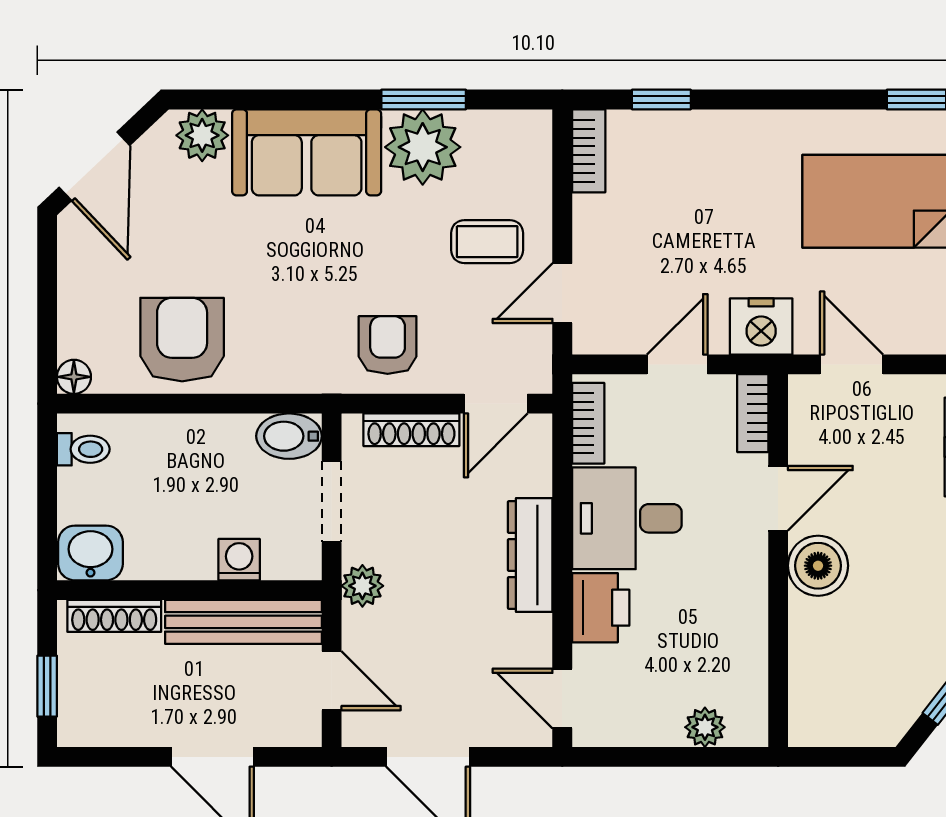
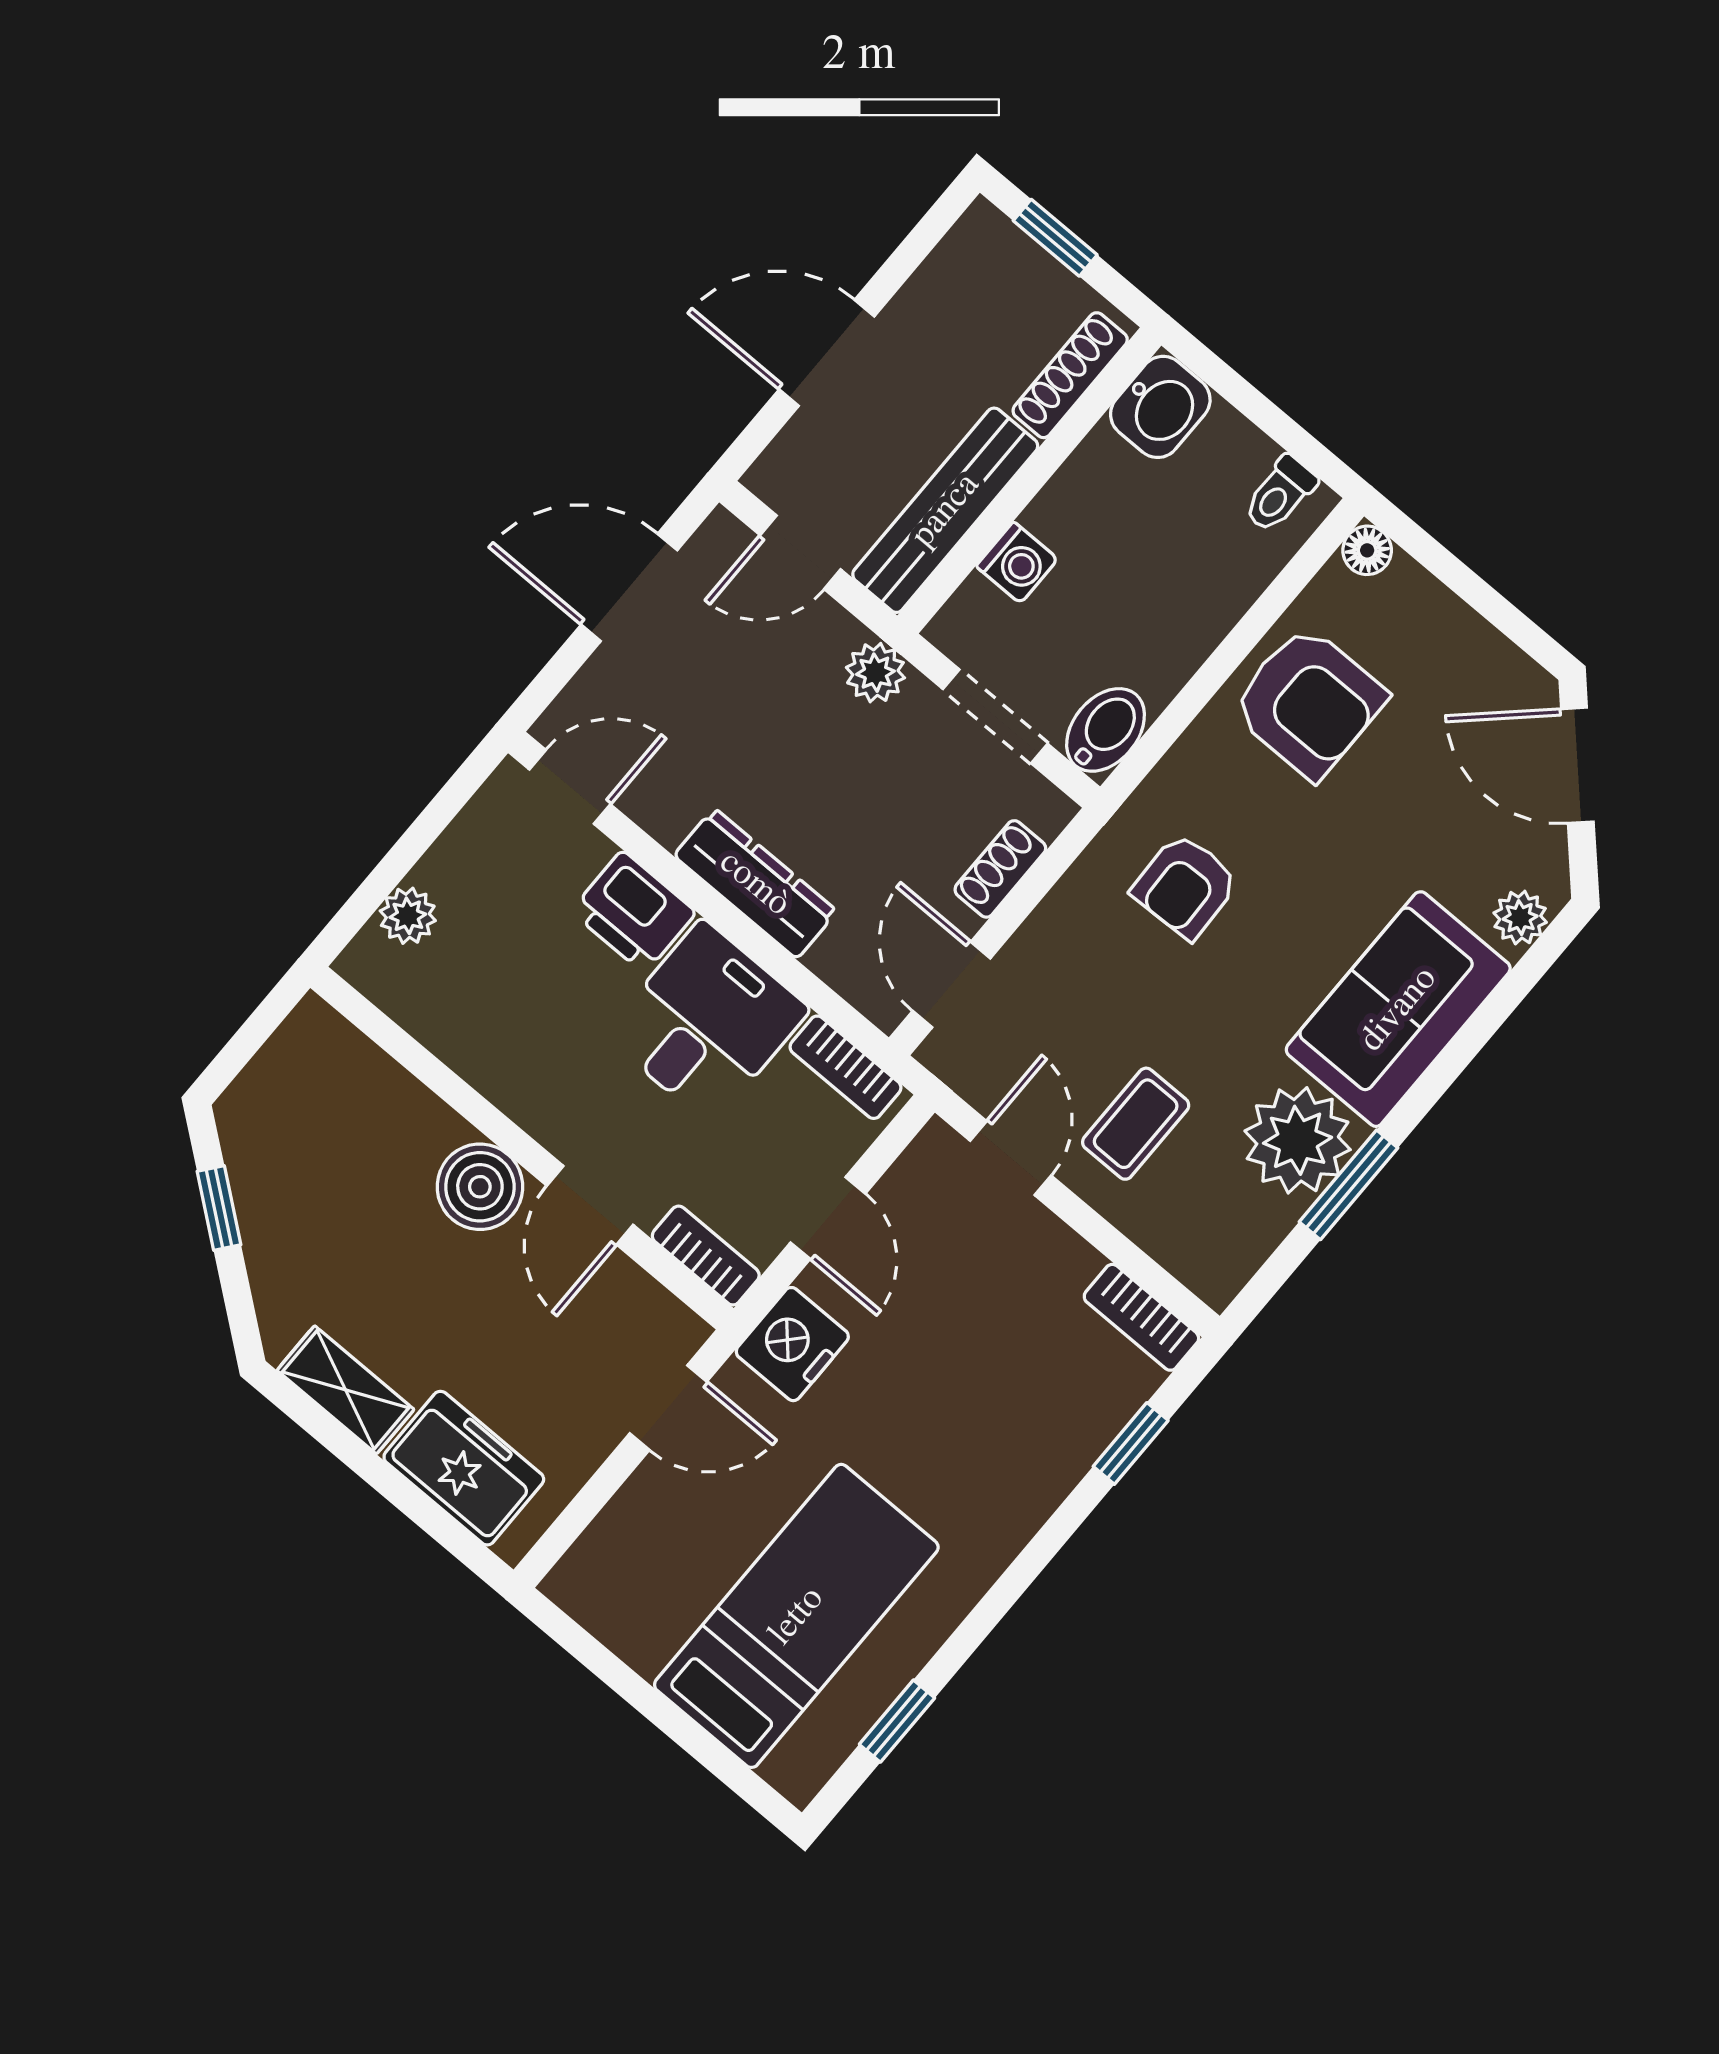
plant: (202, 135) -> (1520, 918), width x0.73, depth x0.73
armchair: (388, 345) -> (1185, 886), moved, turned 88
shoe rack: (411, 430) -> (1000, 869), width x0.70

